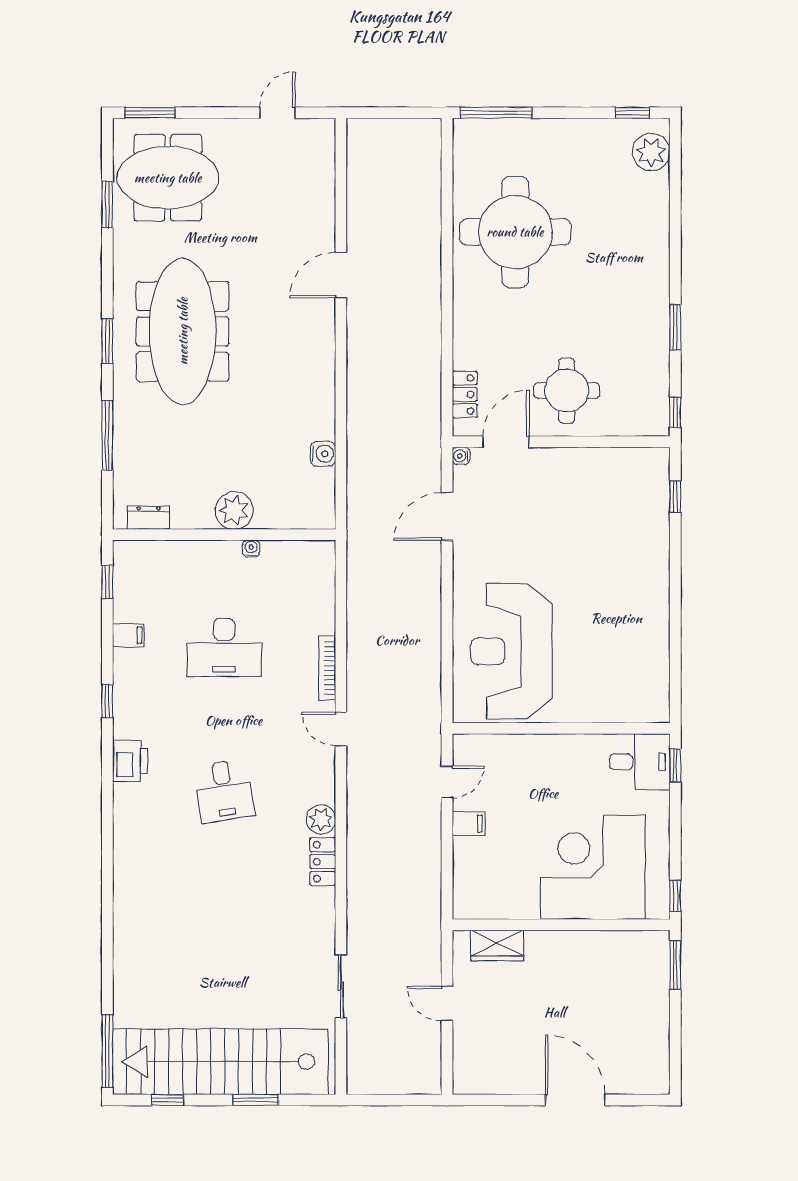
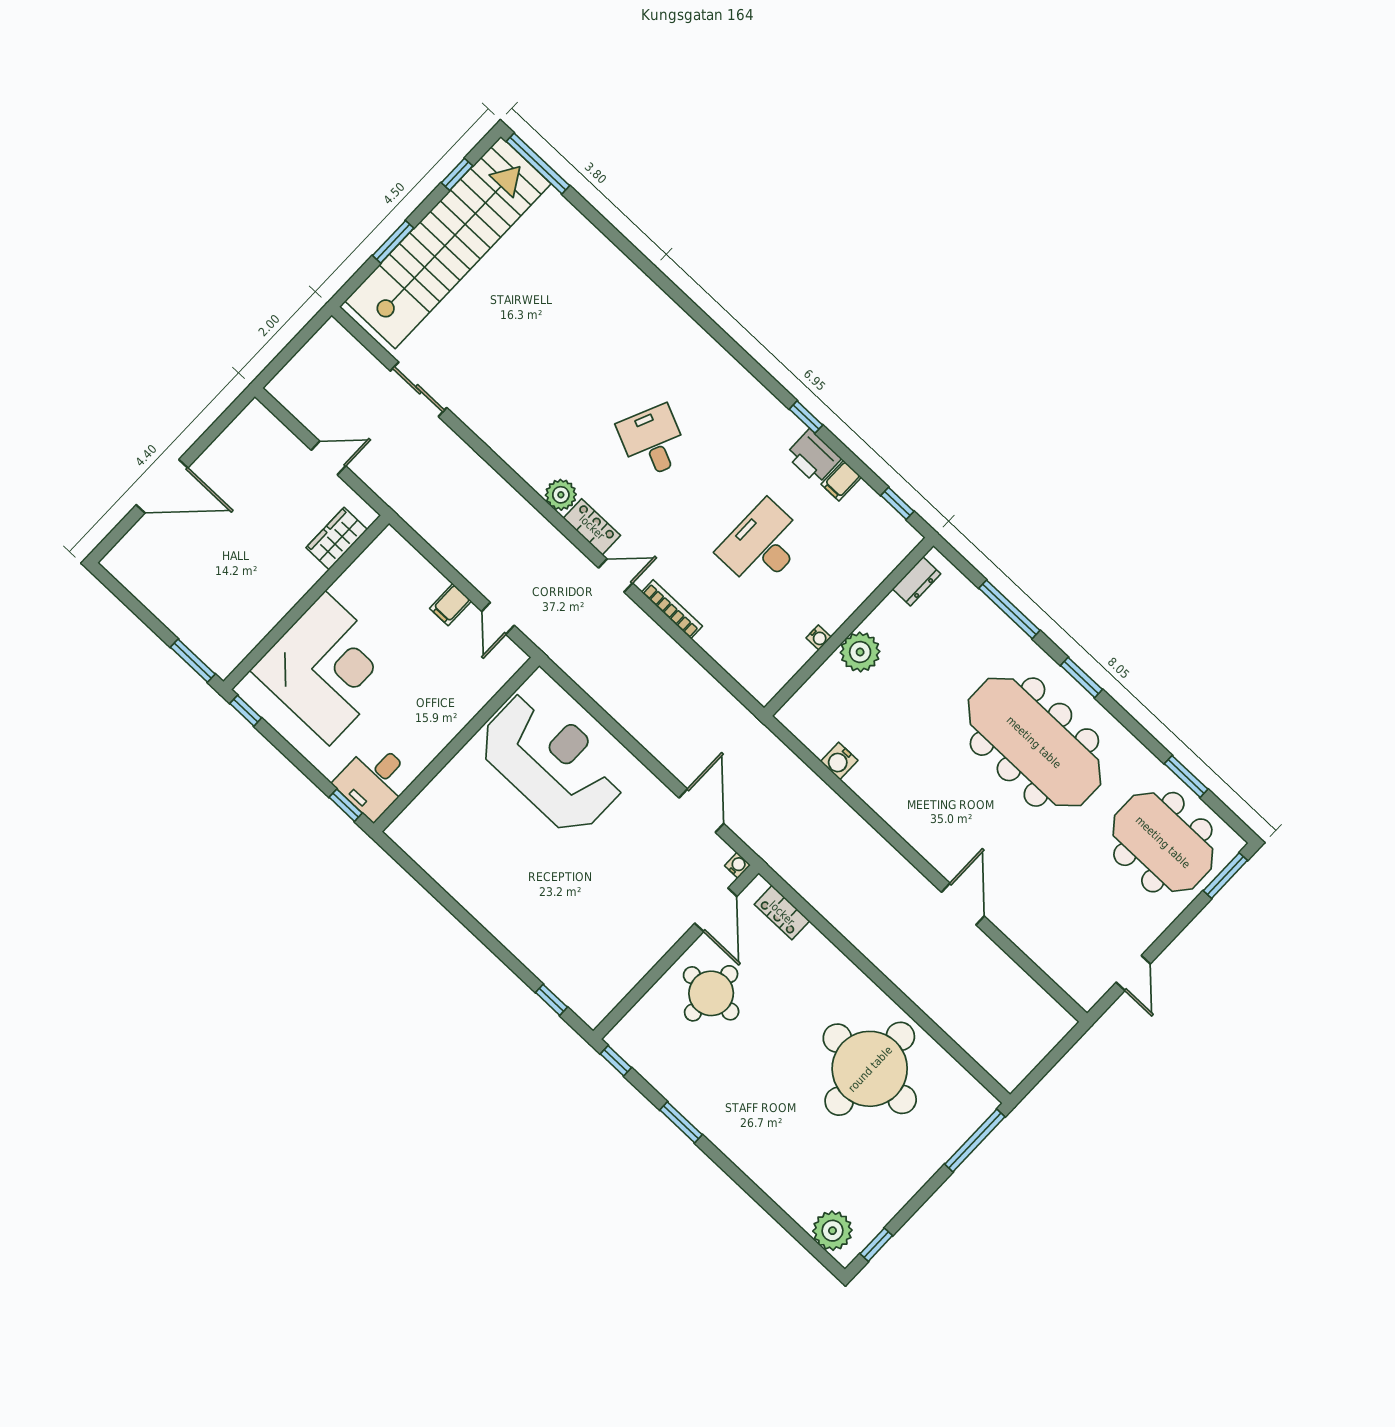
meeting table: (168, 178) -> (1163, 842), turned 90
printer: (130, 761) -> (813, 457), moved
desk: (224, 791) -> (653, 441), turned 33
locker: (323, 862) -> (592, 527), moved

